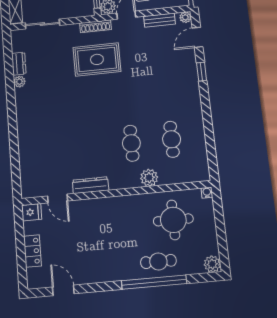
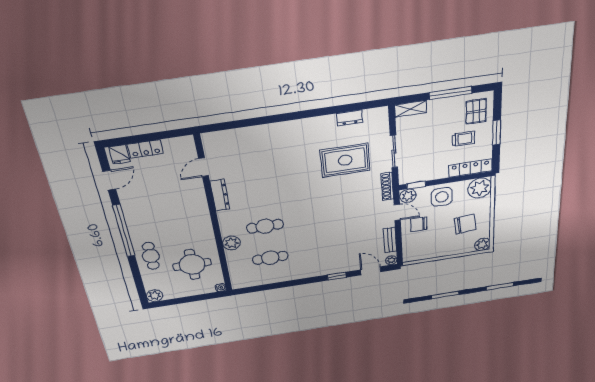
sliding door: (42, 24) -> (394, 152), moved
rug: (97, 59) -> (345, 160), moved, turned 90
plant: (19, 82) -> (329, 120), removed
fridge: (32, 212) -> (120, 154), moved
window: (154, 282) -> (124, 231), moved

